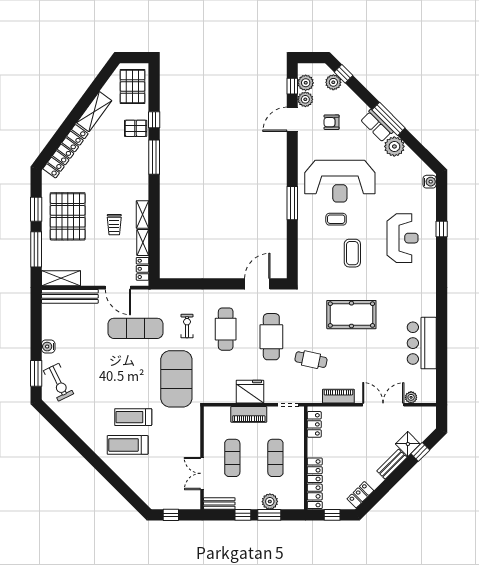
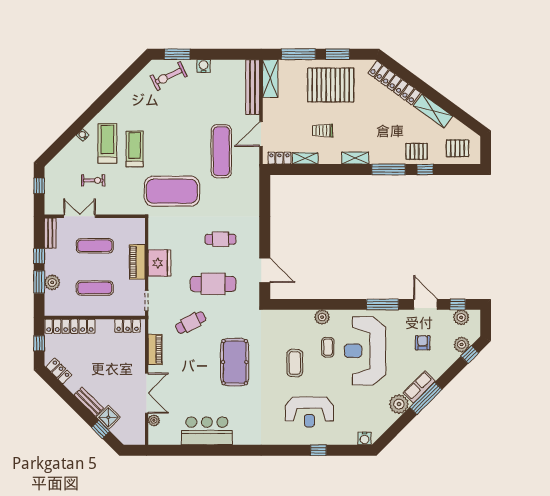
pallet: (133, 86) -> (457, 148), width x0.67, depth x0.71
plant: (305, 99) -> (322, 317), moved
pallet: (136, 128) -> (417, 151), turned 90
window: (292, 203) -> (383, 304), moved
shelving: (142, 215) -> (355, 158), moved
coffee table: (352, 253) -> (295, 363), turned 90
exercise bike: (187, 326) -> (93, 180), moved
cafe table: (226, 329) -> (221, 239), width x0.73, depth x0.74
cafe table: (311, 360) -> (191, 323), turned 50
water cooler: (119, 470) -> (83, 135), added

